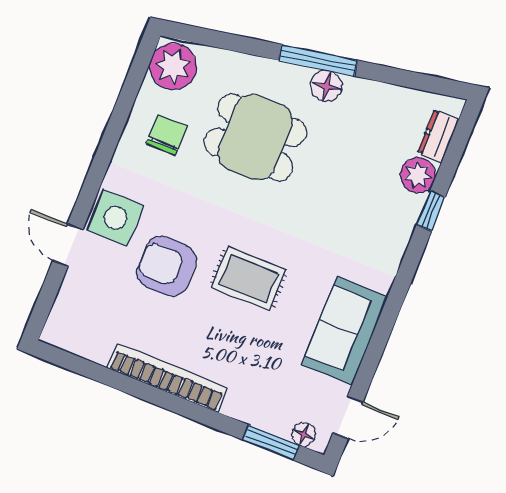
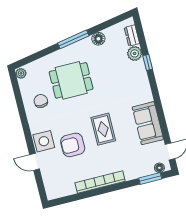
plant: (173, 67) -> (21, 73), width x0.53, depth x0.53
floor lamp: (327, 86) -> (98, 39), moved
rug: (249, 279) -> (103, 129), turned 90

